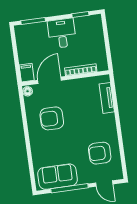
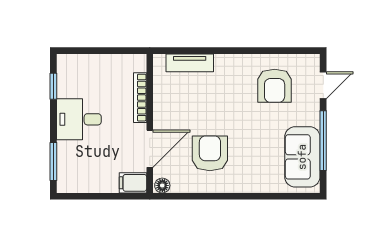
door: (49, 80) -> (150, 149), swing flipped
armchair: (52, 118) -> (210, 153), turned 180

